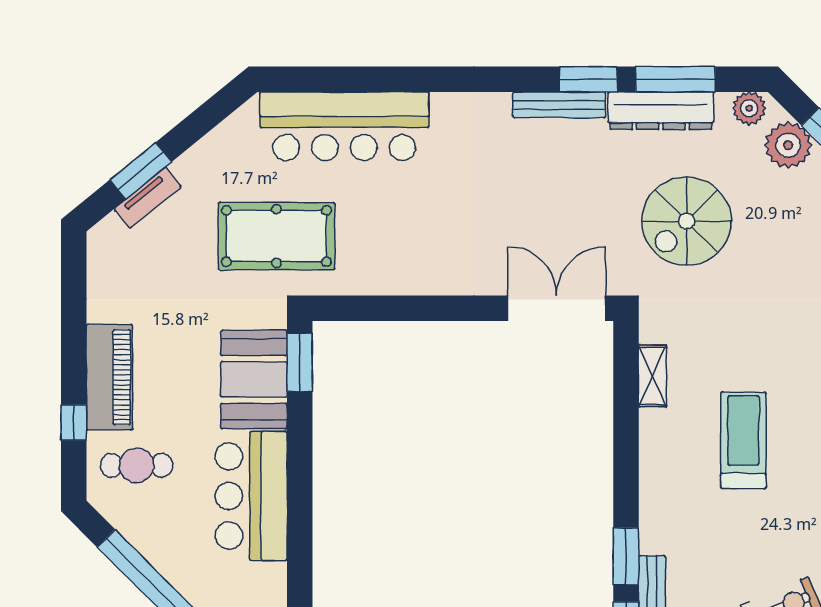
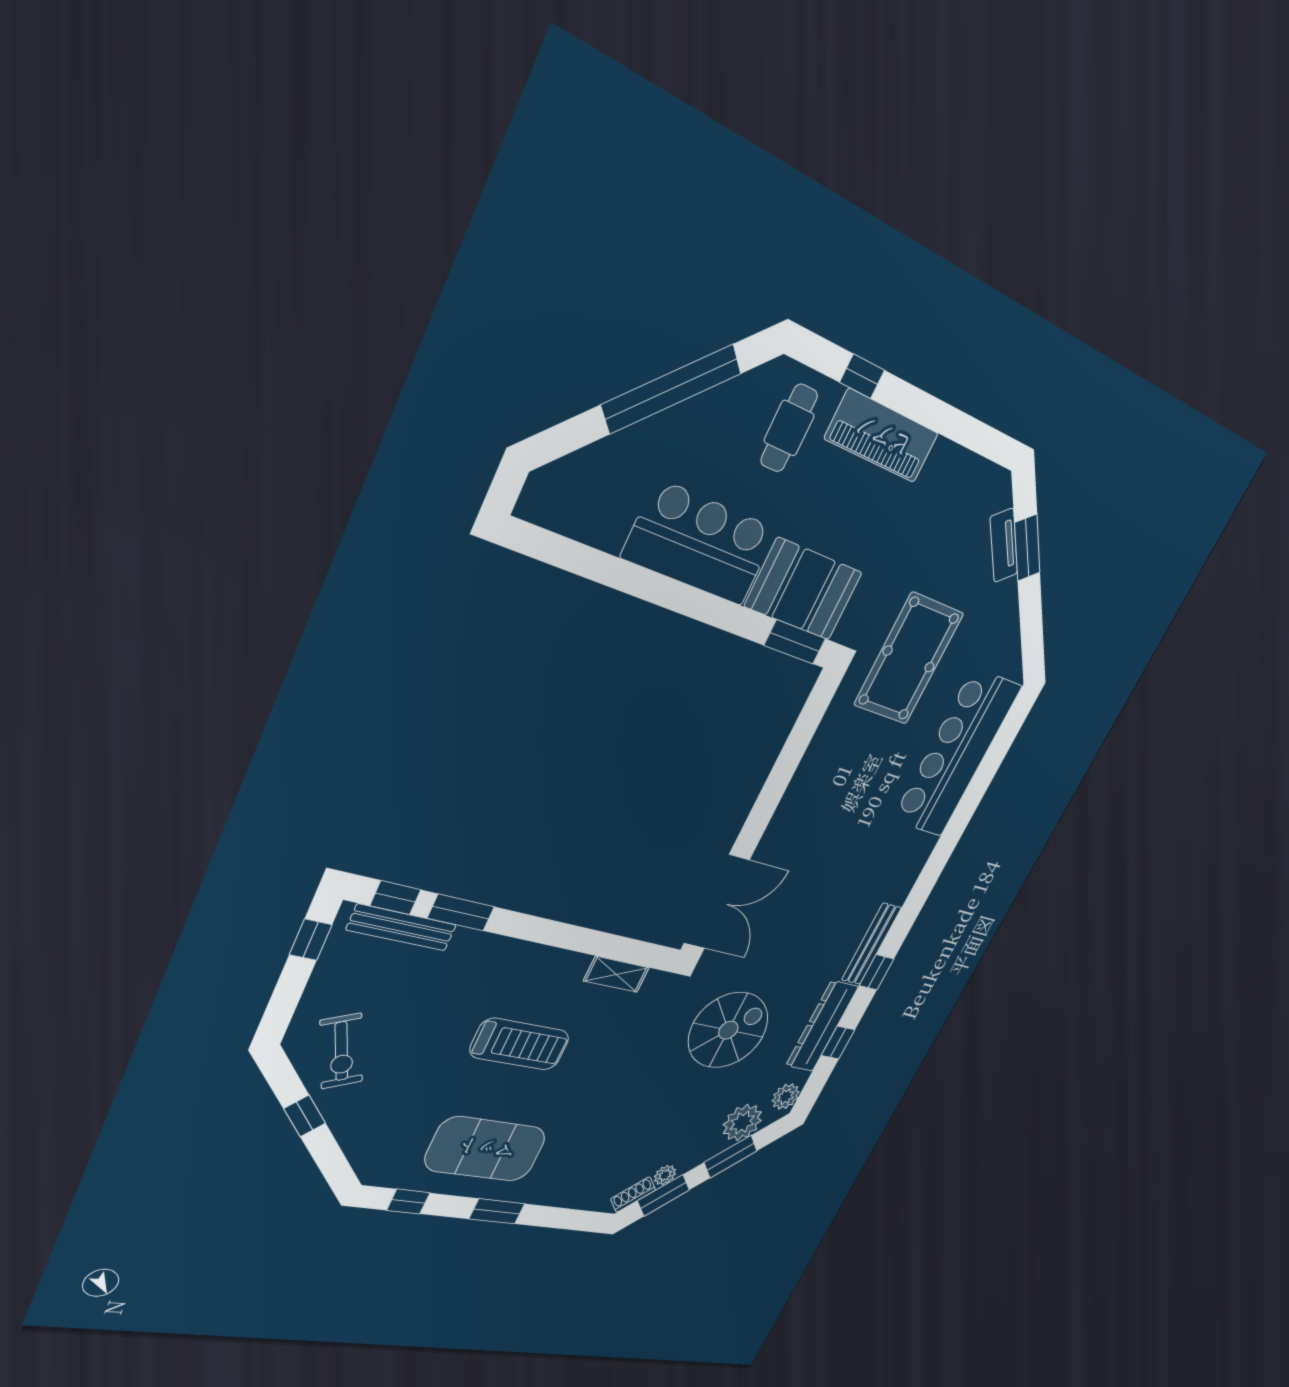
window: (588, 79) -> (876, 972), width x0.67
window: (675, 79) -> (838, 1043), width x0.46
spiral stairs: (687, 221) -> (728, 1030), turned 90

